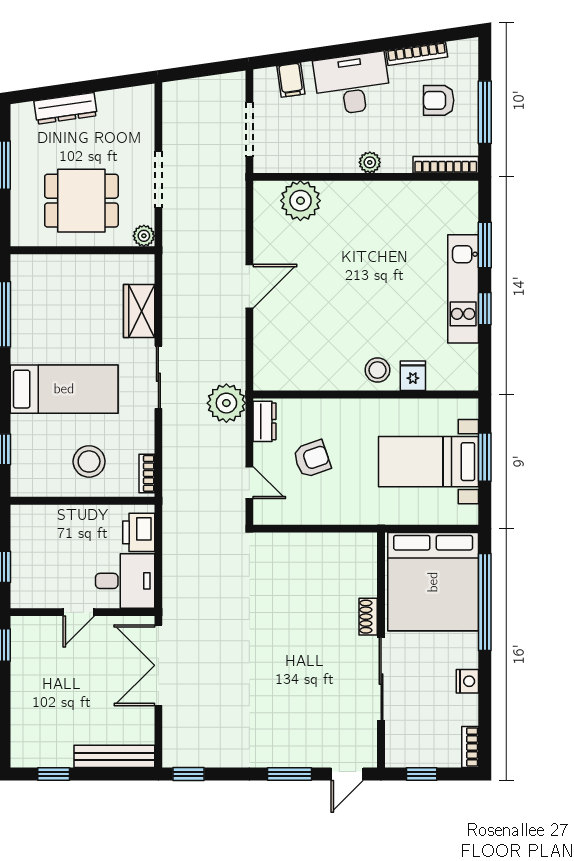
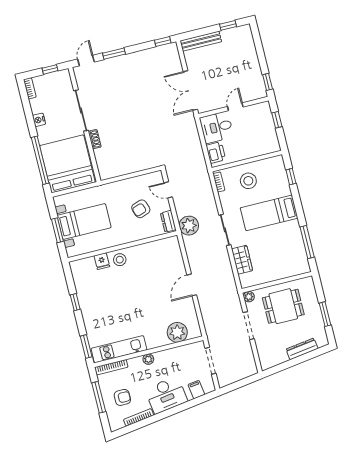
window: (485, 245) -> (86, 347), moved
kitchen unit: (463, 289) -> (119, 349), moved, turned -90
double door: (158, 665) -> (190, 91), swing flipped

